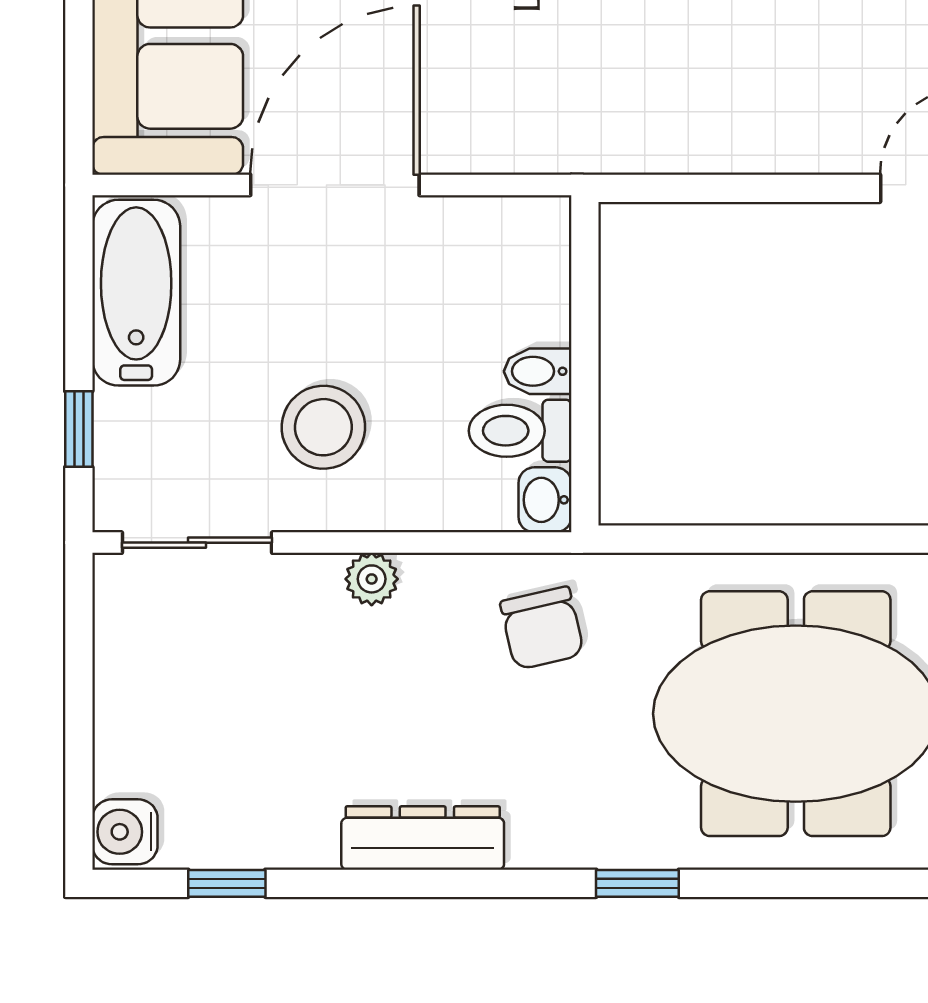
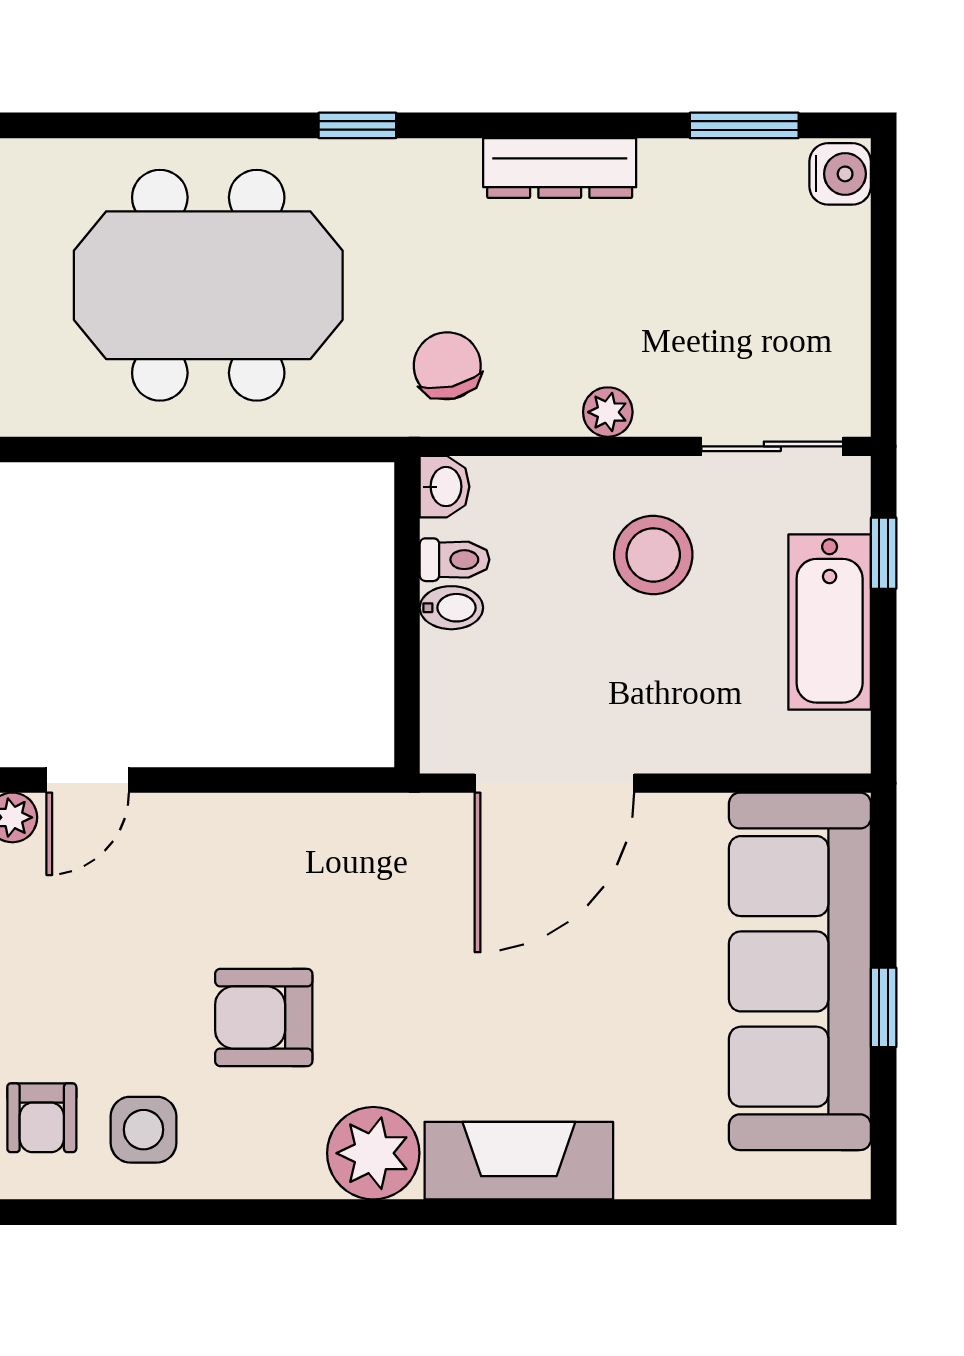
door: (335, 185) -> (554, 783), moved
bathtub: (136, 293) -> (830, 622), moved
toilet: (520, 431) -> (455, 560), width x0.73, depth x0.72
window: (227, 883) -> (744, 125), width x1.50

